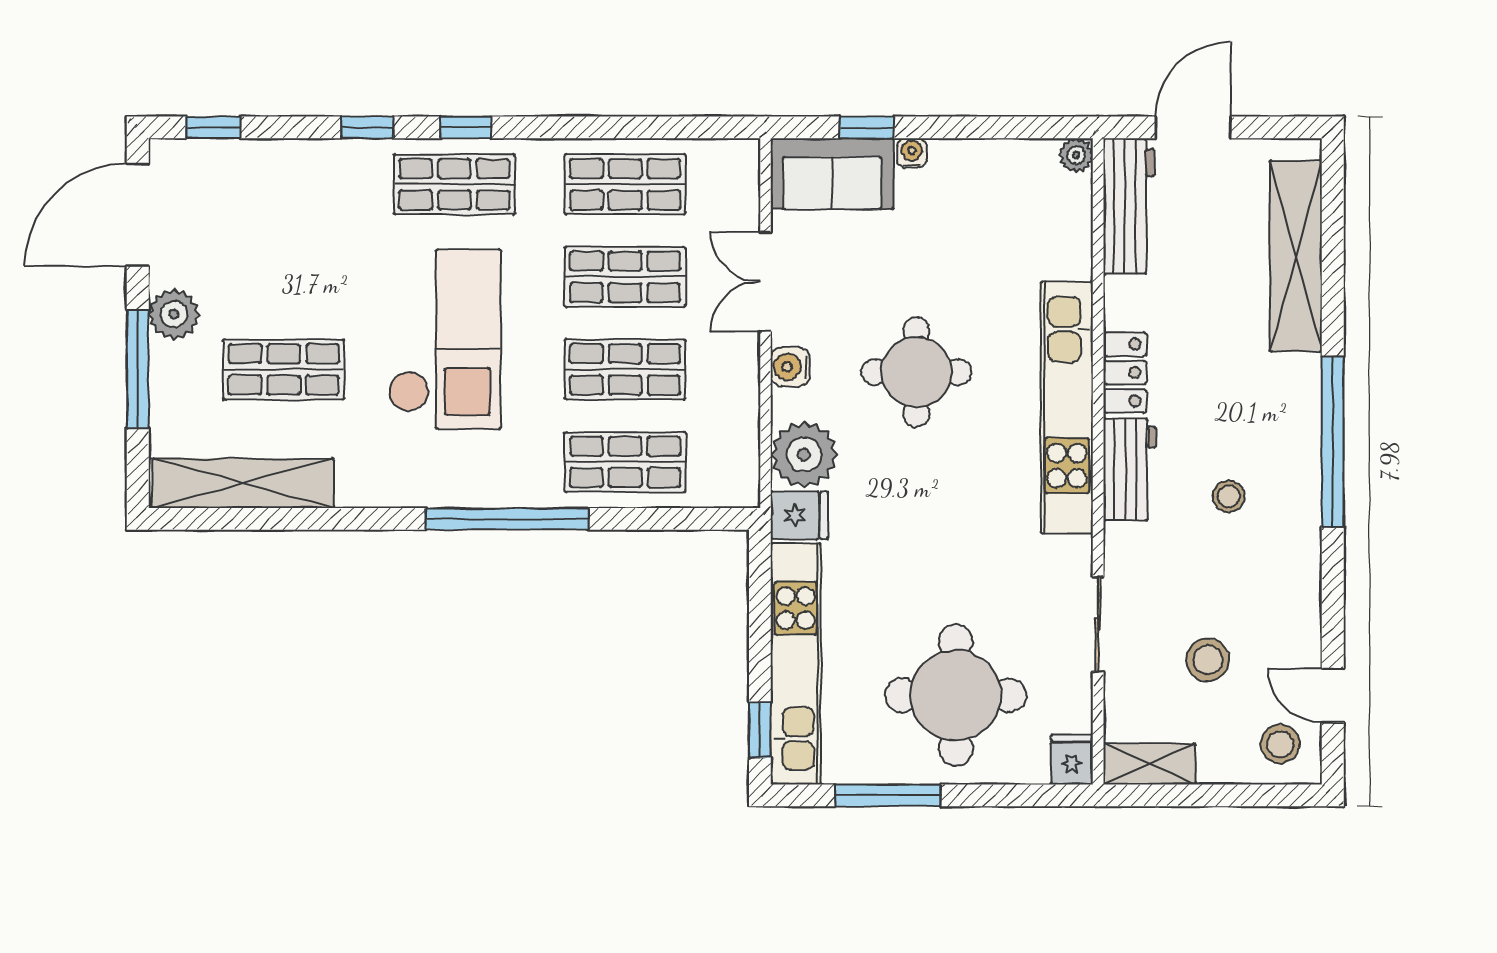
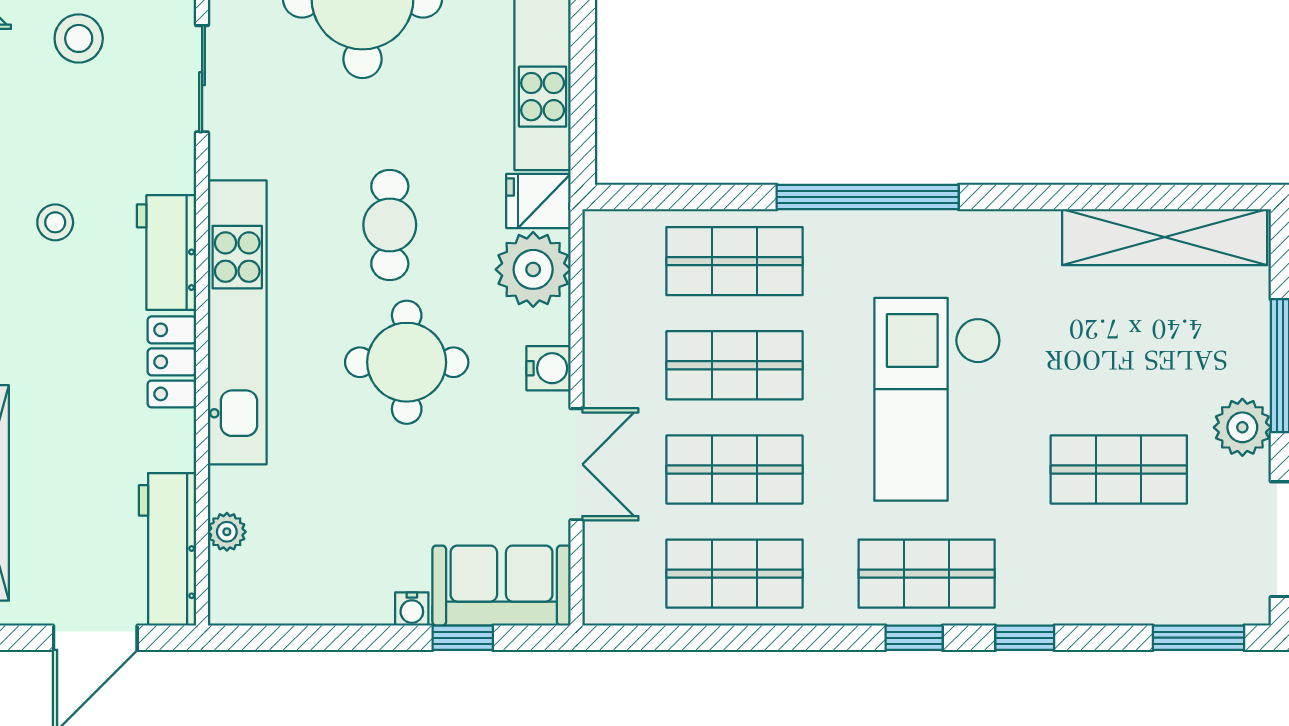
window: (213, 127) -> (1198, 638), width x1.50
plant: (1076, 155) -> (227, 532), moved
shop shelf: (284, 369) -> (1119, 469), moved
cafe table: (931, 494) -> (390, 225), added

